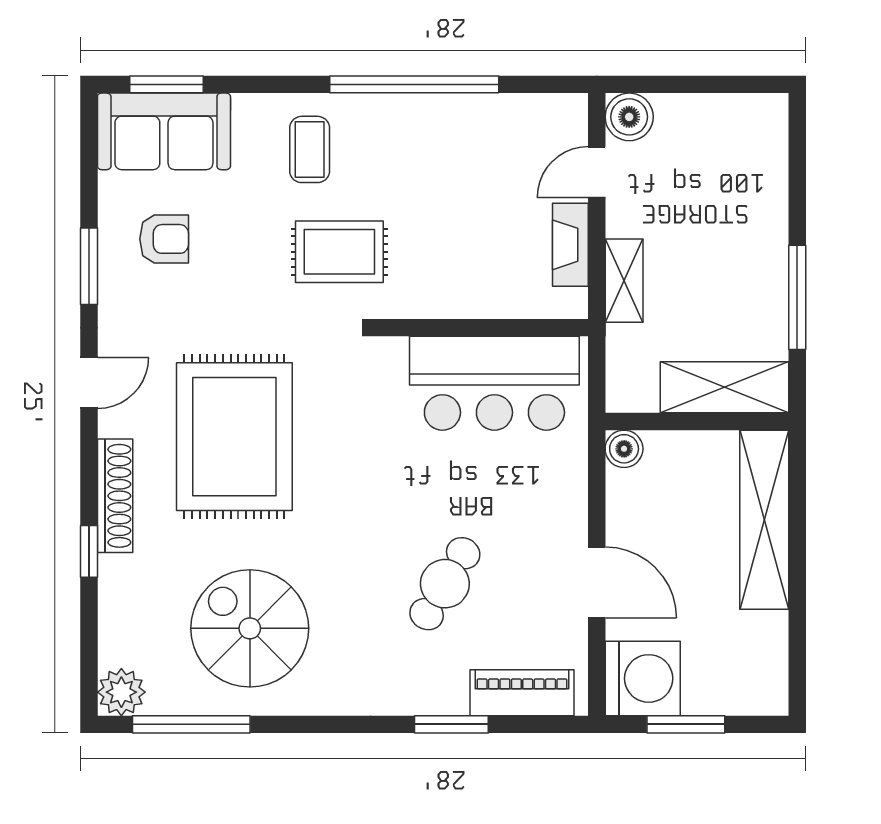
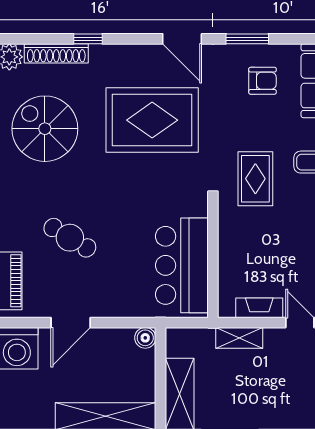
armchair: (164, 239) -> (263, 81), turned -90
door: (89, 383) -> (182, 39), width x1.38
shoe rack: (115, 496) -> (56, 53), moved
spiral stairs: (250, 628) -> (45, 129), turned -90

